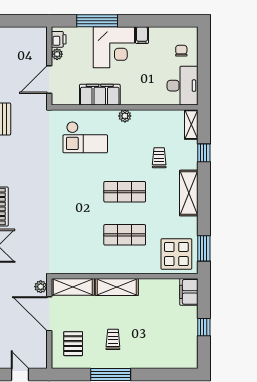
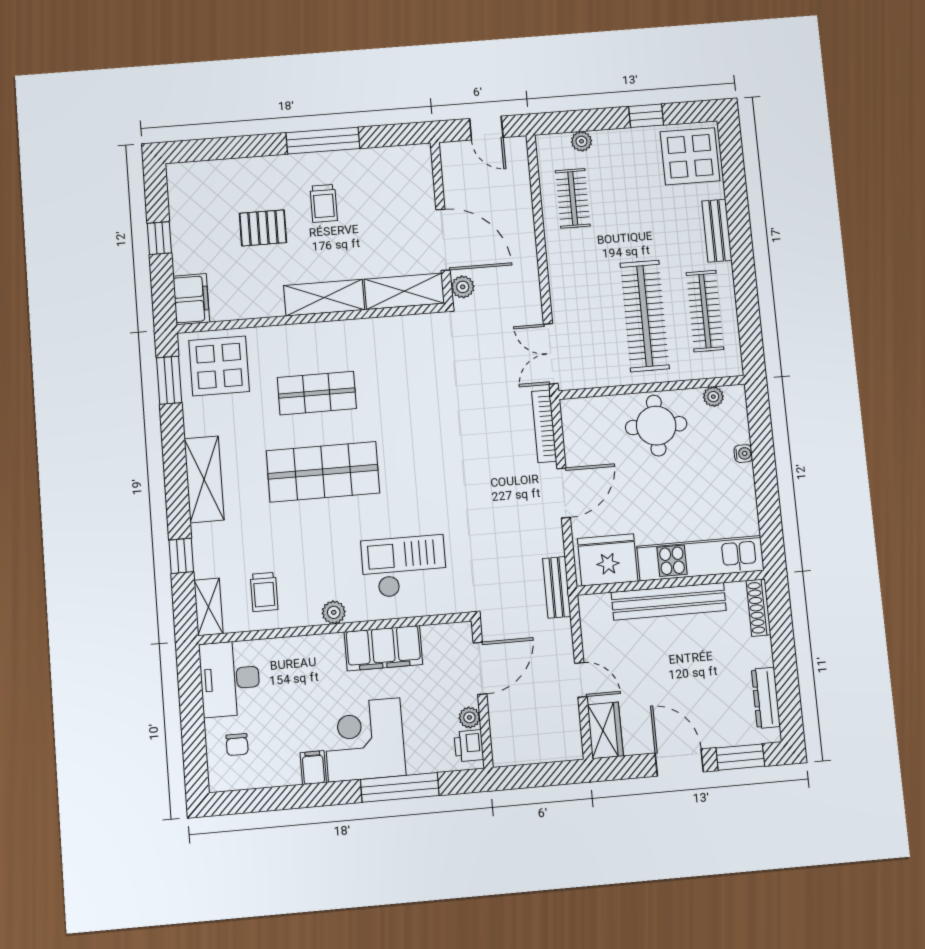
trolley: (159, 158) -> (264, 592), moved
shop shelf: (125, 192) -> (323, 472), width x1.43, depth x1.36
pallet: (73, 344) -> (263, 228), moved, turned 90

